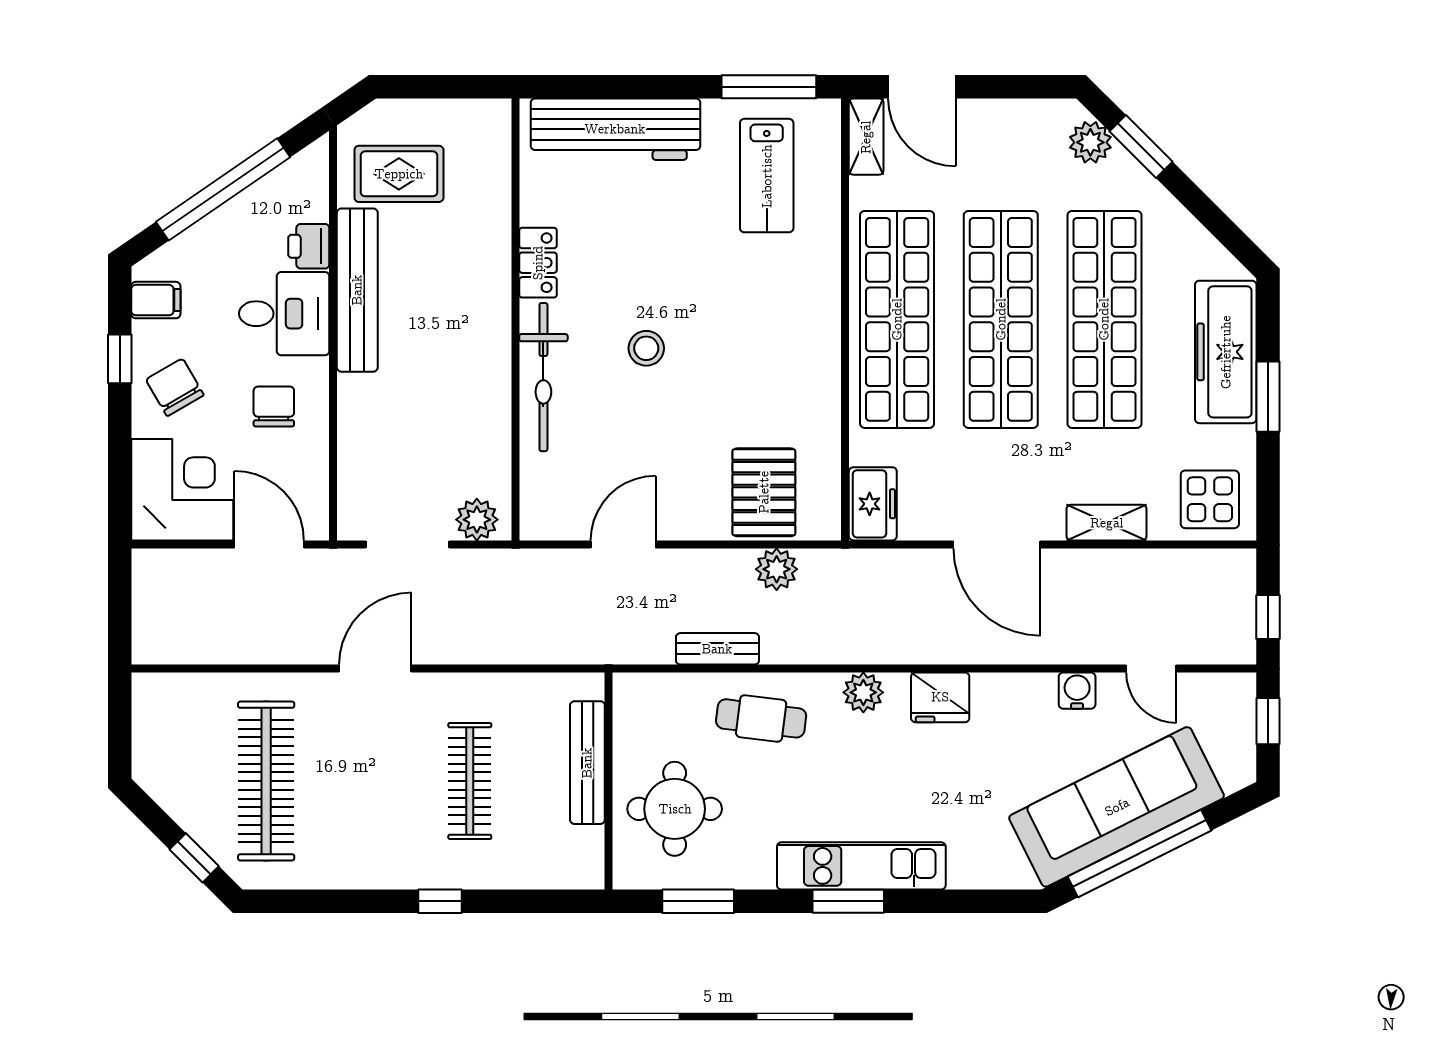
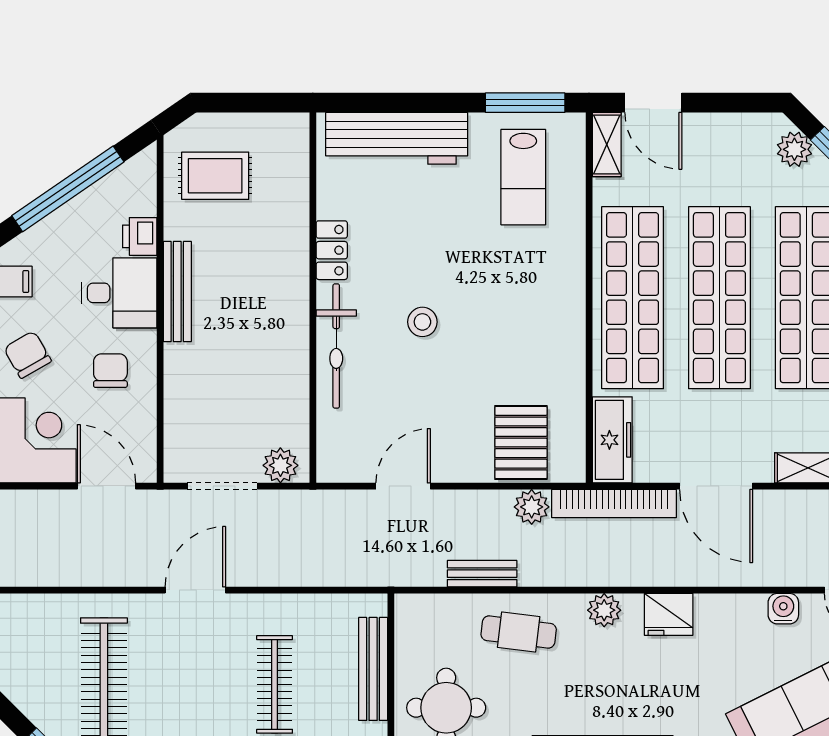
bench: (357, 290) -> (177, 291), width x0.73, depth x0.82
freezer: (873, 504) -> (612, 440), width x1.40
bookcase: (875, 565) -> (614, 504), added

